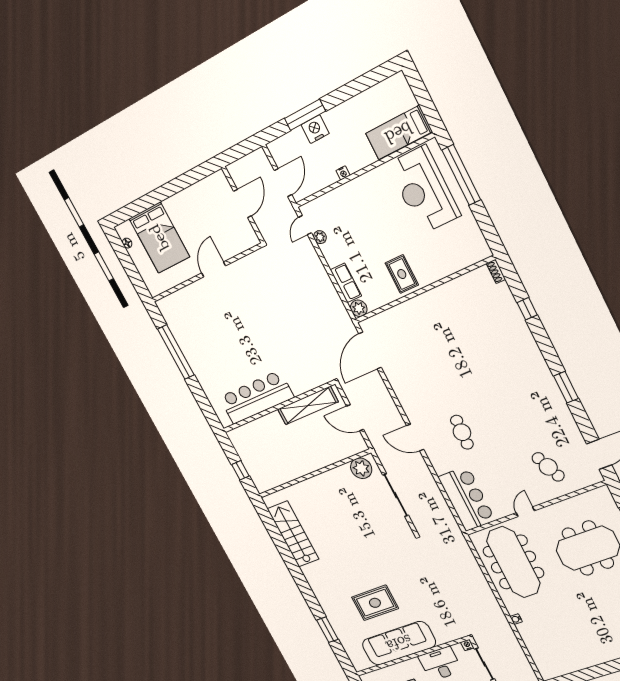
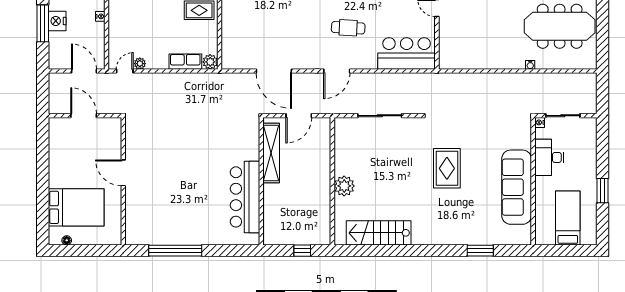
door: (305, 225) -> (125, 71), swing flipped
door: (370, 351) -> (274, 71), moved
plant: (361, 468) -> (344, 186), moved
meeting table: (513, 562) -> (560, 26), moved
rug: (375, 603) -> (447, 168), moved

